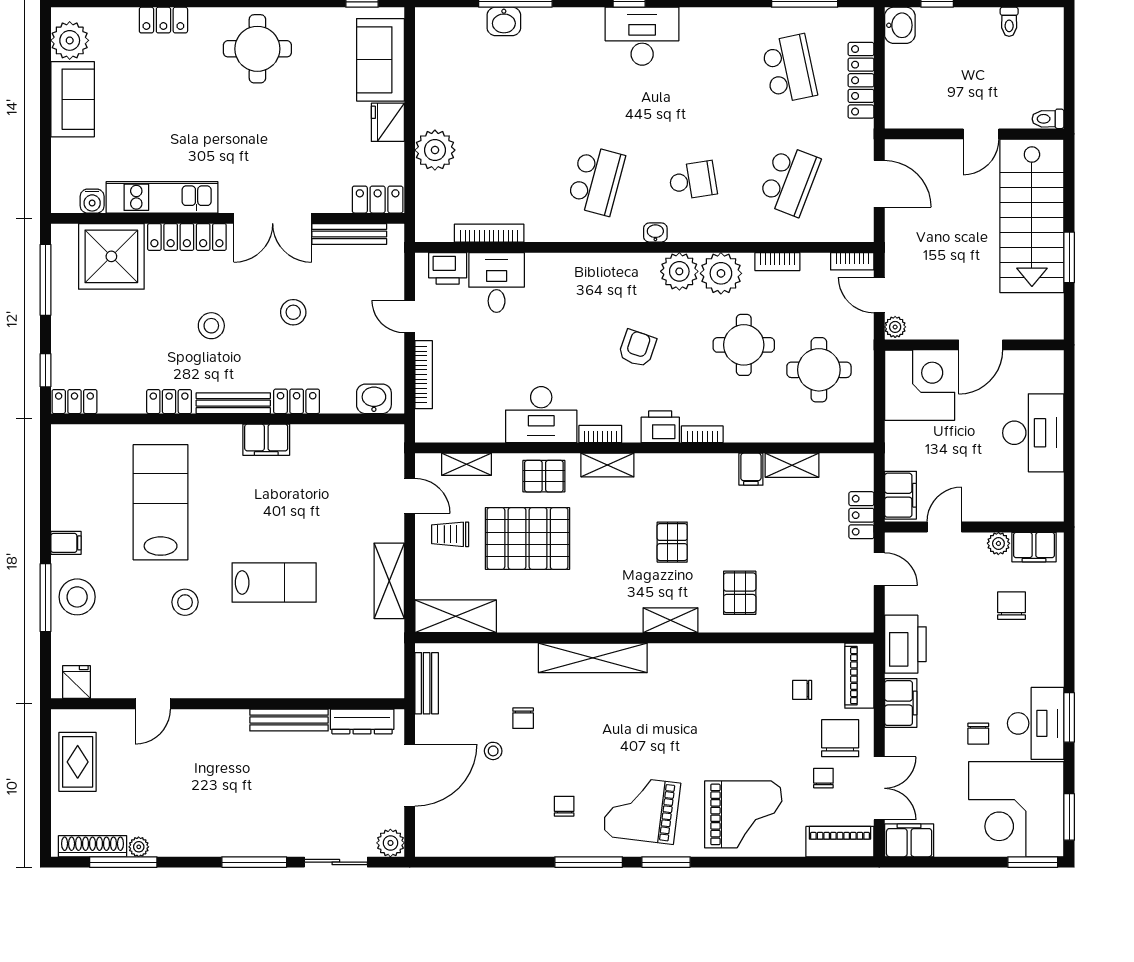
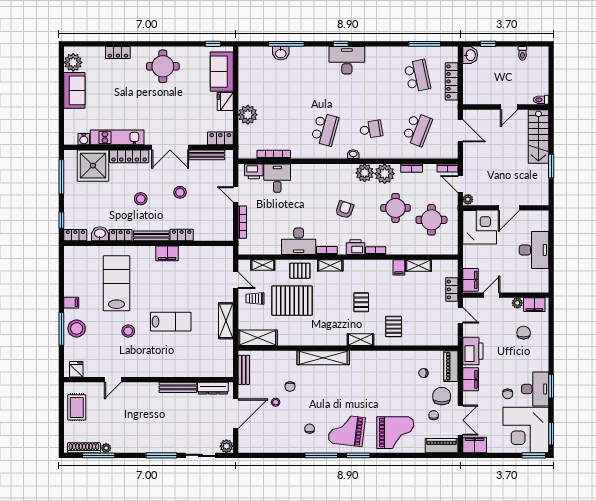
stairs: (1032, 216) -> (538, 136), width x0.73, depth x0.66
washbasin: (374, 399) -> (100, 234), moved

